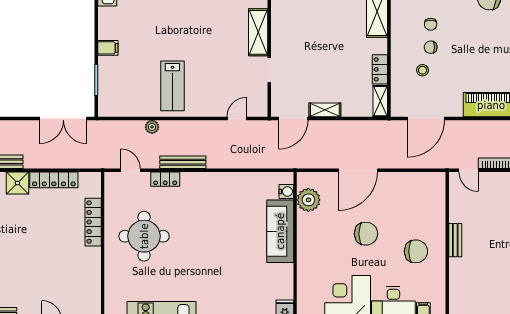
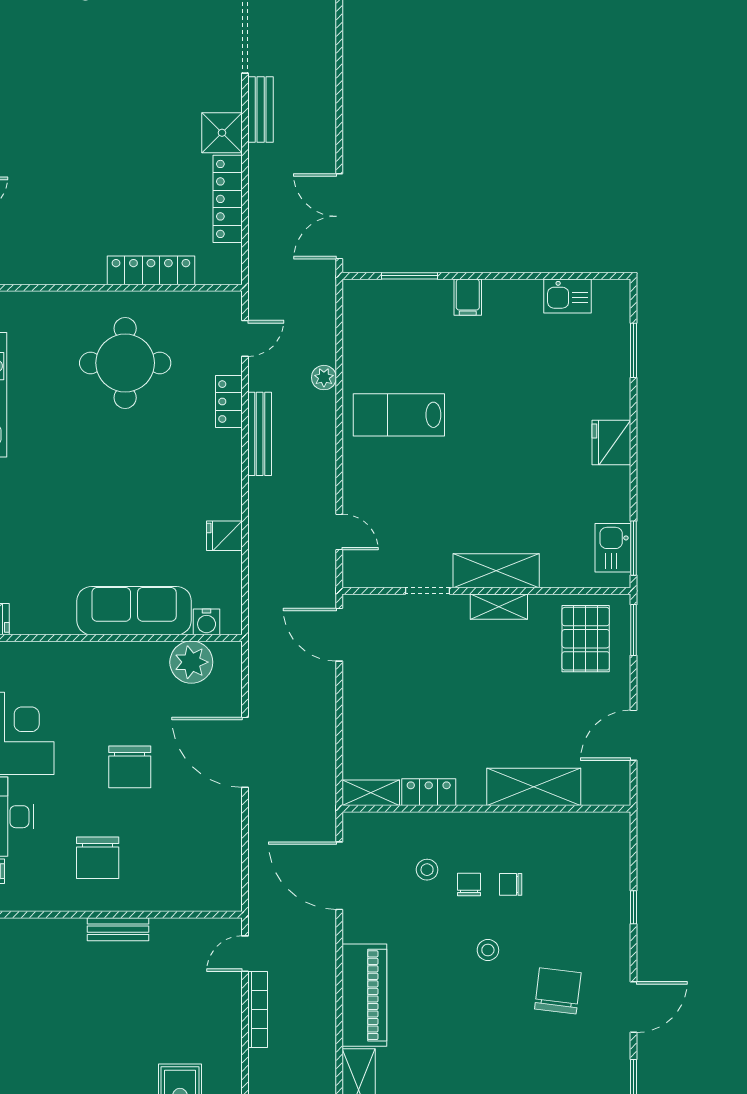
stool: (467, 37) -> (488, 950), added
shelving: (325, 110) -> (499, 607), moved, turned 90
fridge: (239, 182) -> (224, 536), added

